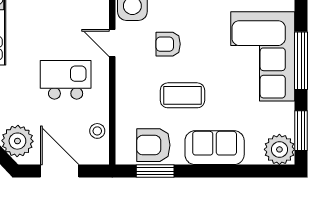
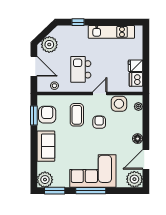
kitchen island: (66, 80) -> (81, 69), turned 180
coffee table: (182, 95) -> (77, 115), moved
door: (60, 171) -> (34, 66), hinge flipped

